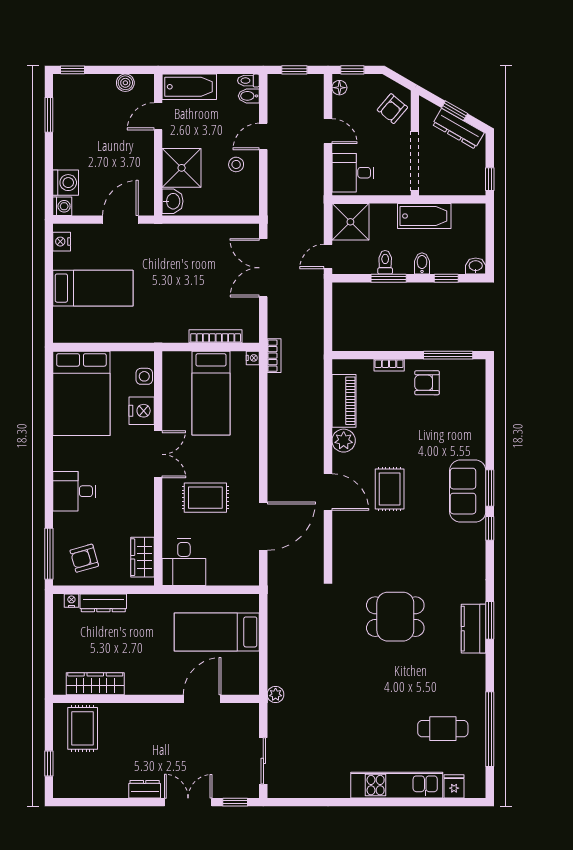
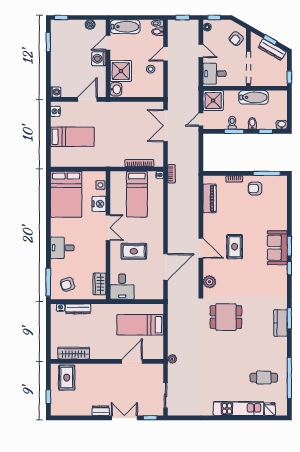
washing machine: (66, 183) -> (99, 59), moved, turned 180
plant: (344, 441) -> (209, 282), moved
dining table: (395, 617) -> (226, 317), moved

